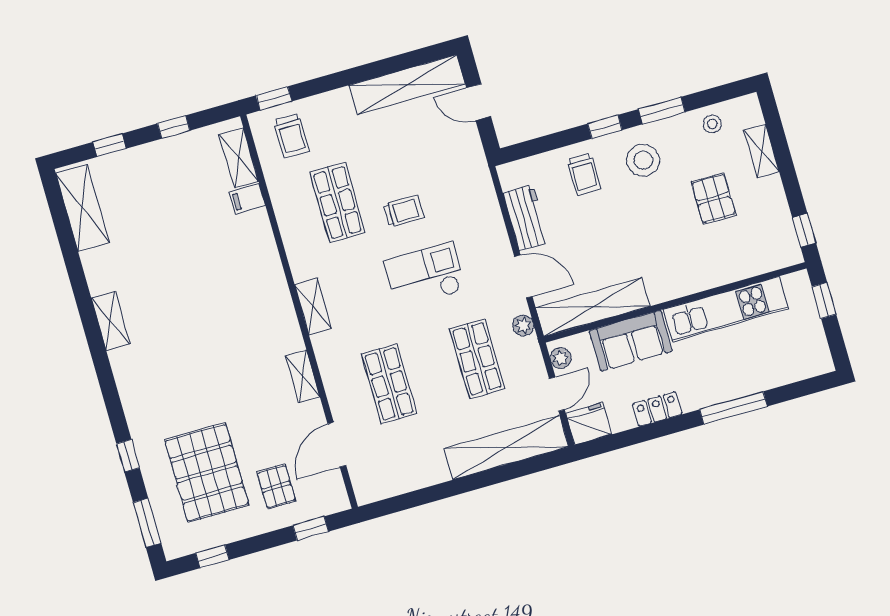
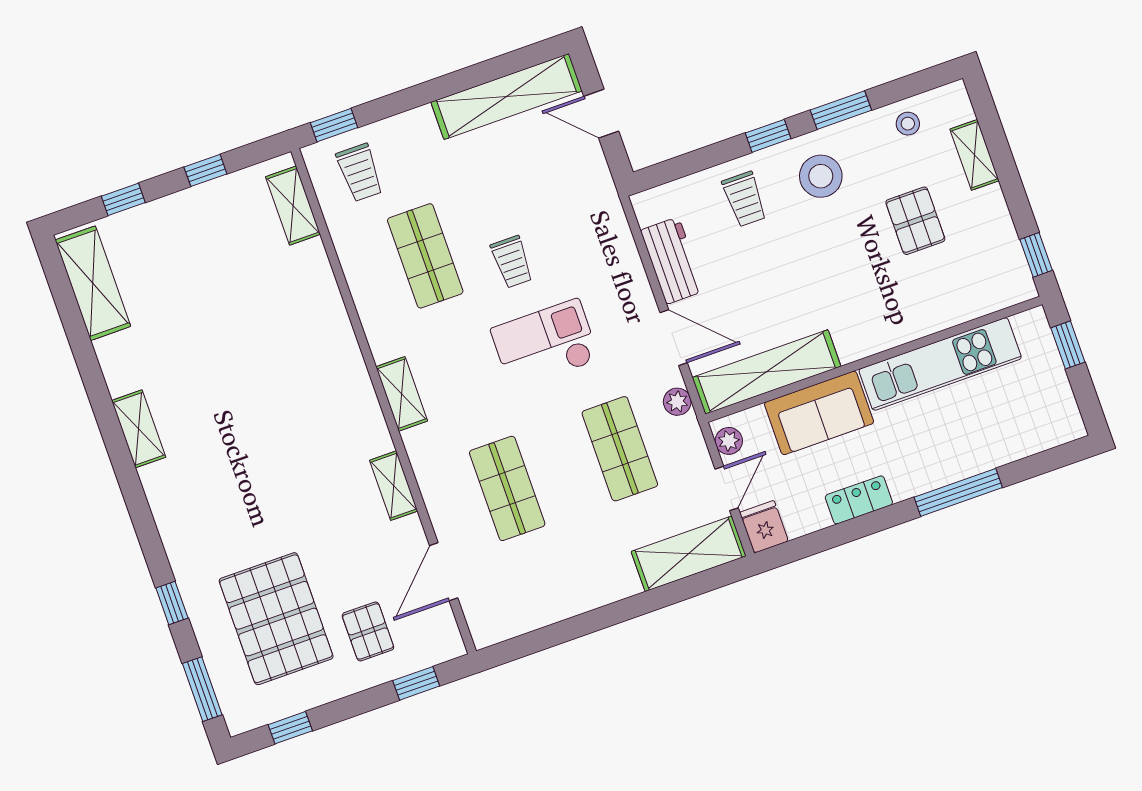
filing cabinet: (247, 199) -> (307, 258), removed
trolley: (403, 211) -> (512, 262), turned 90
fridge: (589, 424) -> (764, 527), width x0.72
shelving: (506, 447) -> (689, 554), width x0.68

